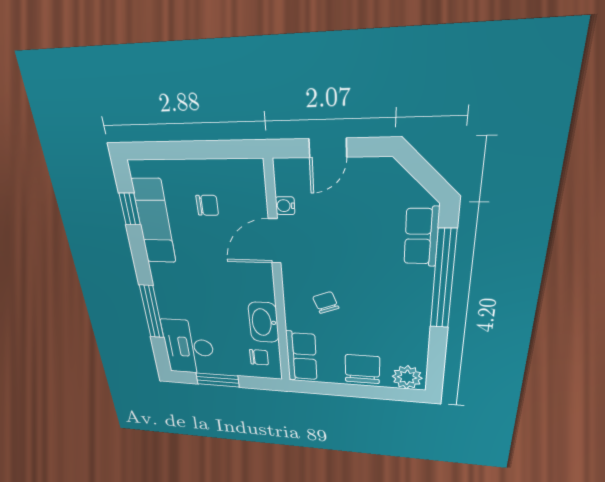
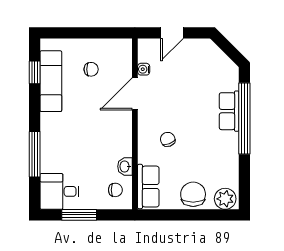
row of seats: (421, 237) -> (229, 111), moved
washbasin: (264, 322) -> (125, 166), width x0.52, depth x0.69
desk: (189, 347) -> (60, 191), width x0.73

